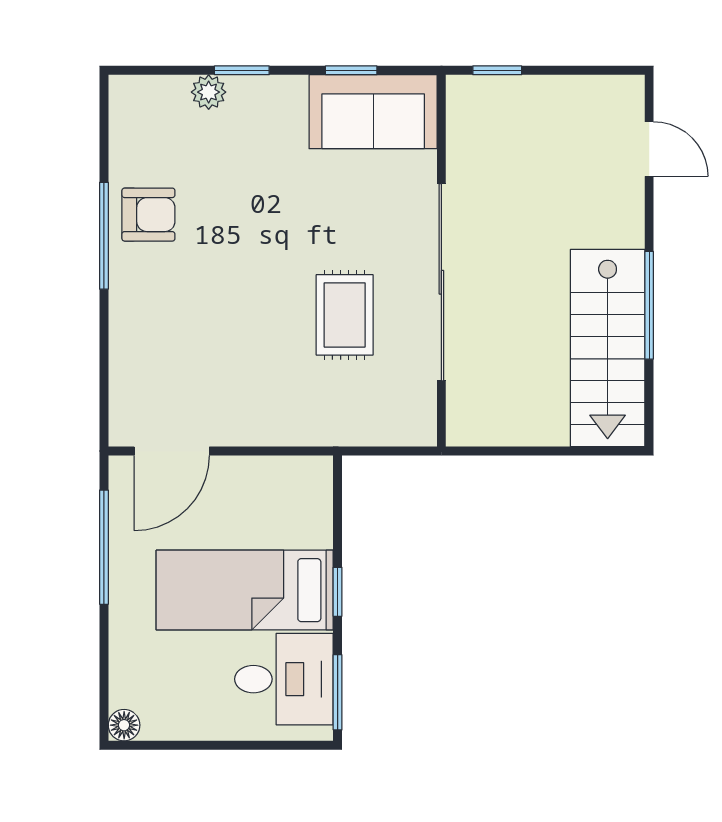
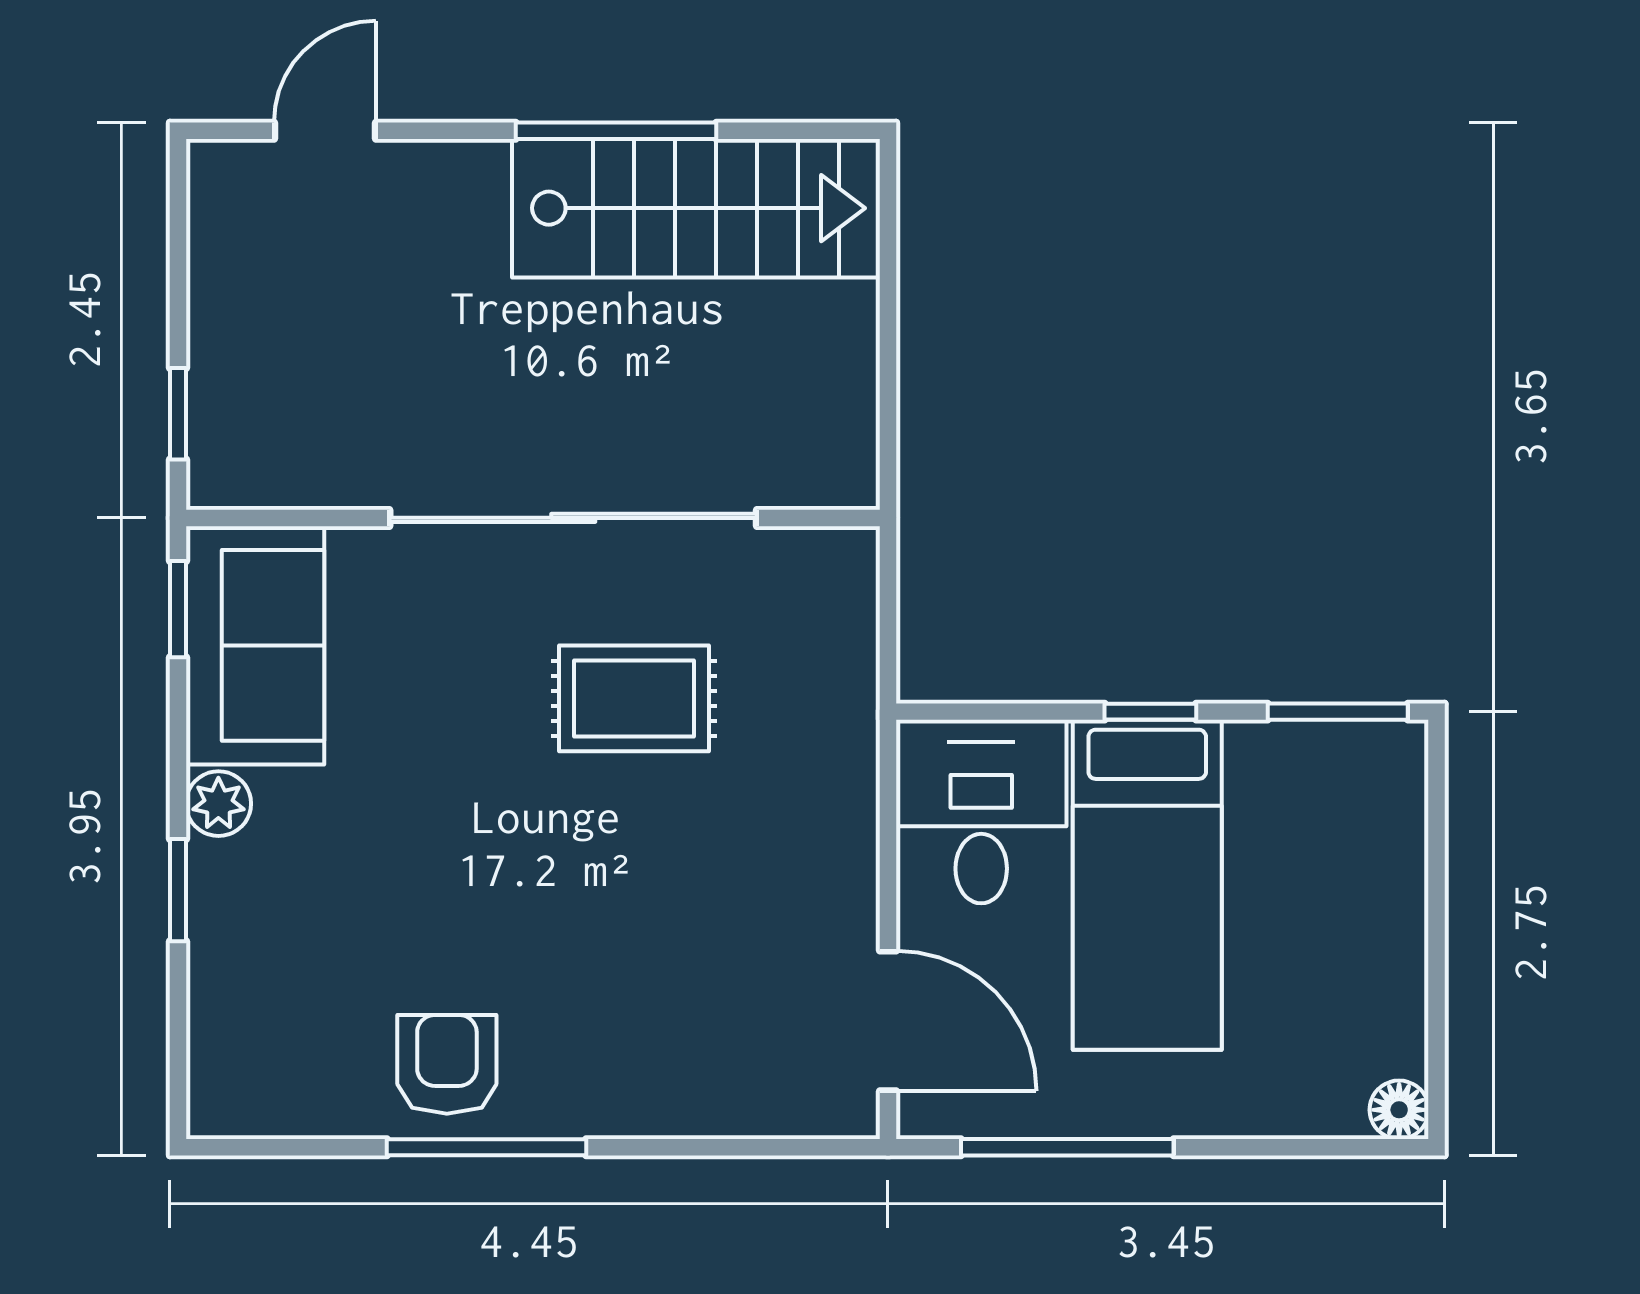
window: (351, 70) -> (178, 609), moved
plant: (209, 92) -> (218, 804), moved
desk: (284, 679) -> (981, 812), moved

